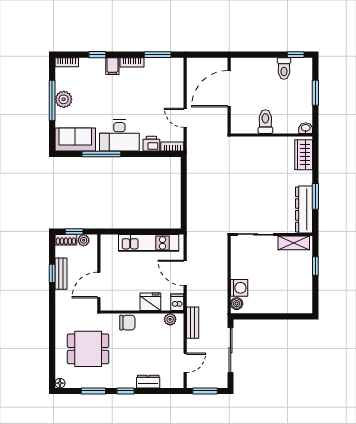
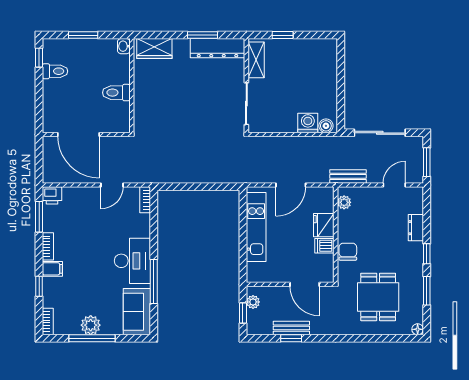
printer: (151, 144) -> (52, 195), moved, turned -90
shoe rack: (66, 240) -> (252, 322), removed
dishwasher: (177, 302) -> (324, 246), moved
door: (185, 363) -> (394, 185), hinge flipped

